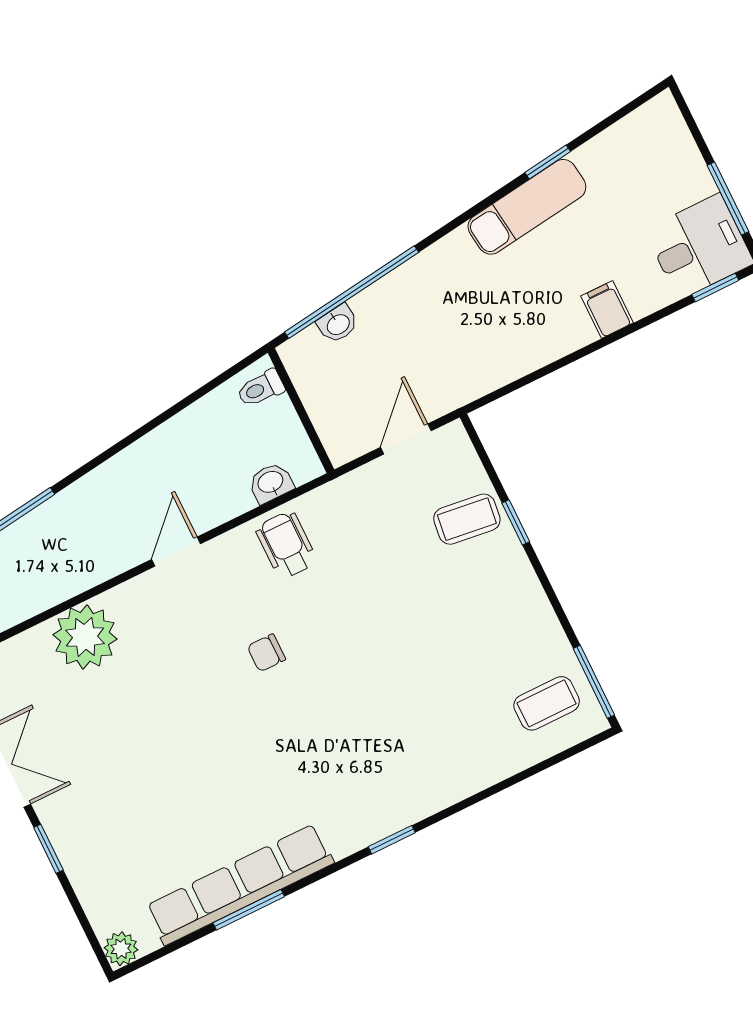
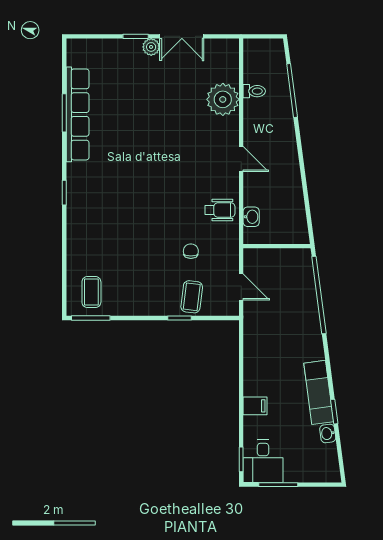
washbasin: (338, 324) -> (328, 433), moved
toilet: (261, 389) -> (254, 91), moved, turned 90
chair: (266, 653) -> (191, 251), moved
plant: (121, 949) -> (151, 47), moved

